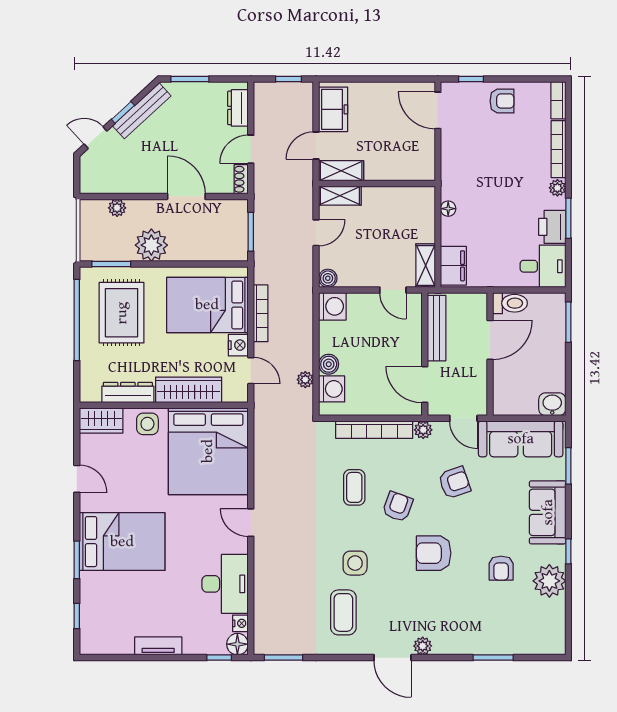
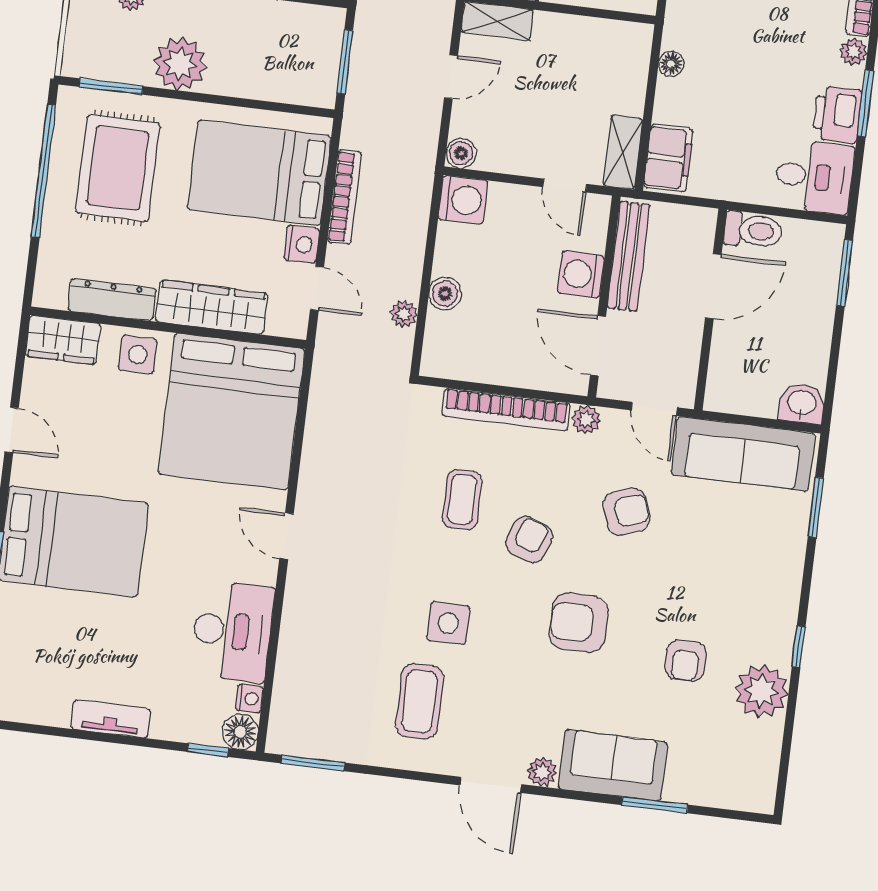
washing machine: (332, 389) -> (581, 274), moved, turned 180
sofa: (548, 512) -> (613, 765), moved, turned 90

